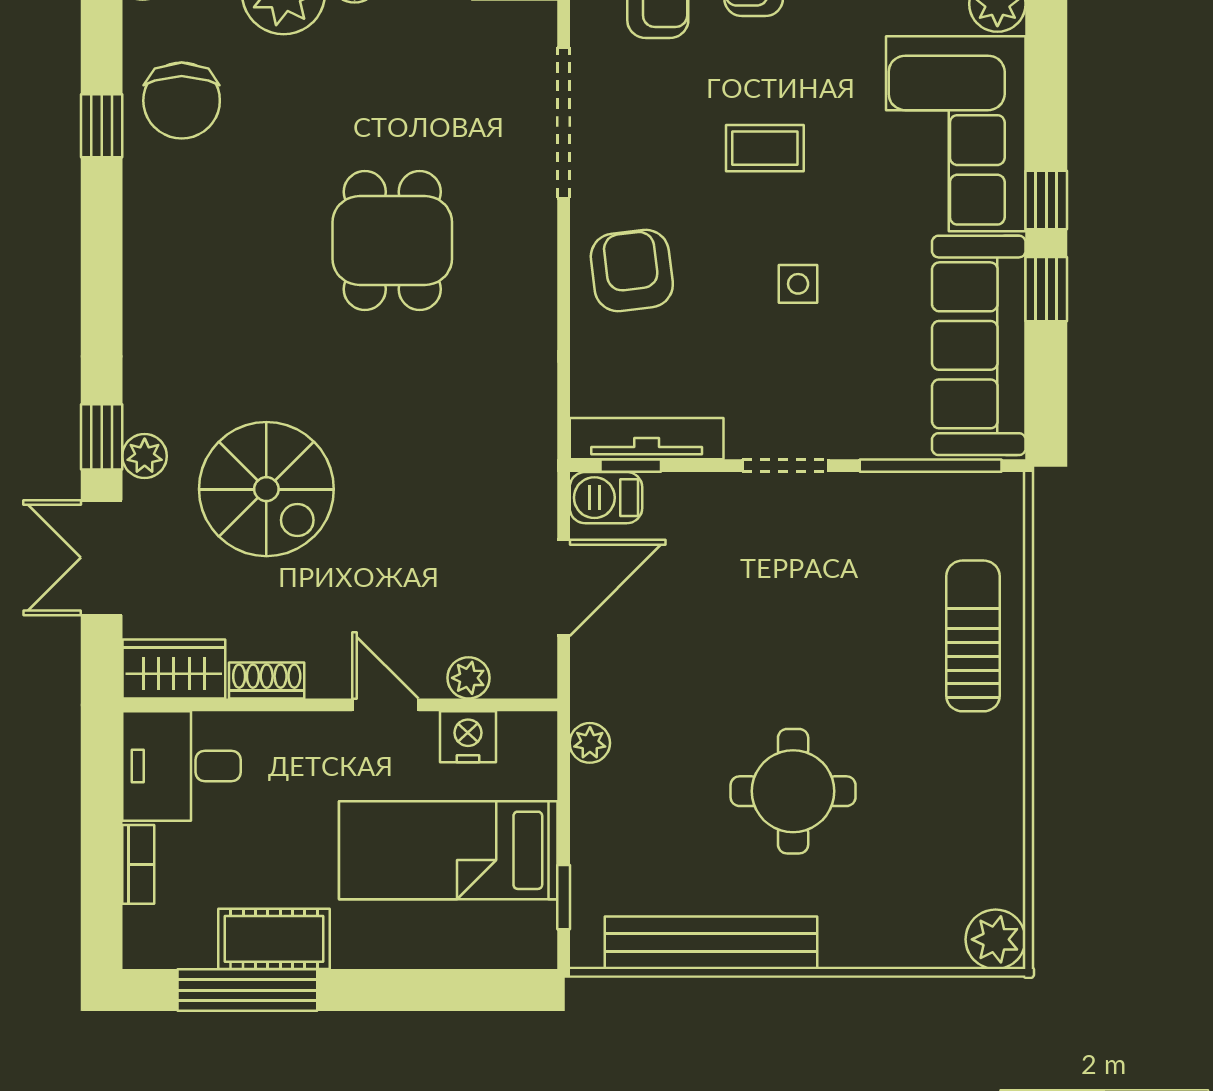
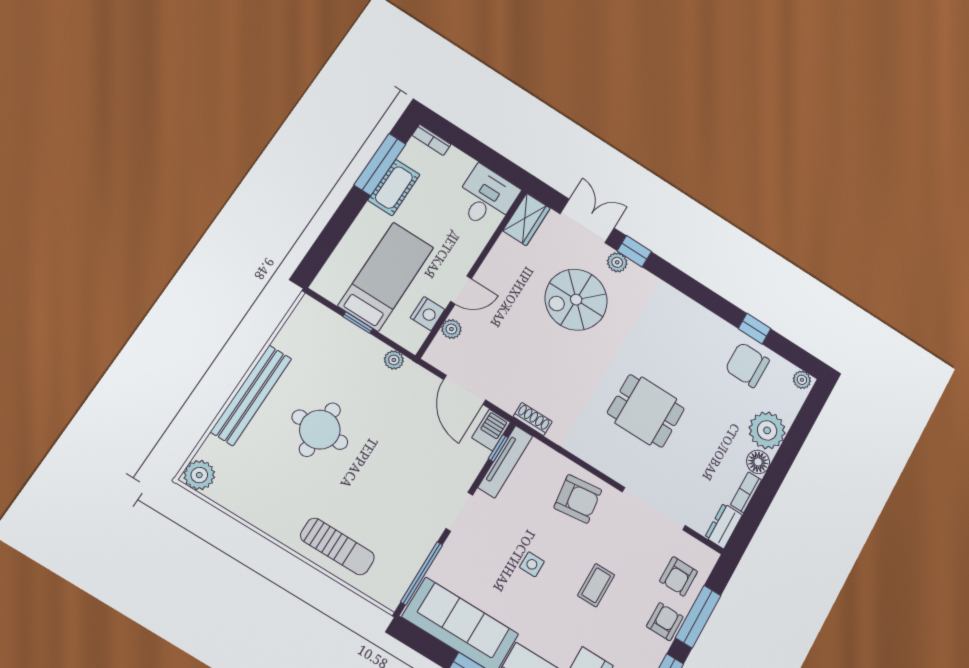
shoe rack: (267, 681) -> (533, 419), moved, turned -90
bookcase: (138, 864) -> (431, 140), moved
window: (564, 897) -> (358, 323), moved
bench: (711, 943) -> (251, 395), moved

